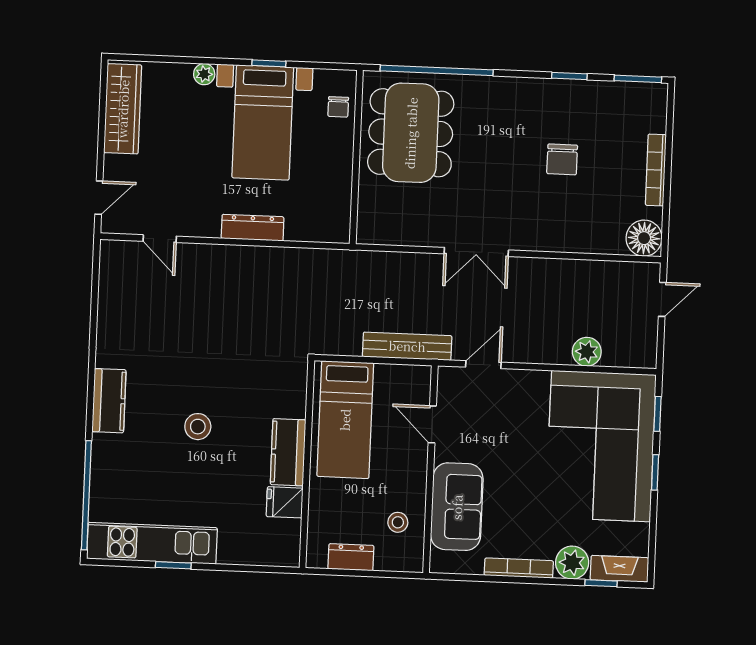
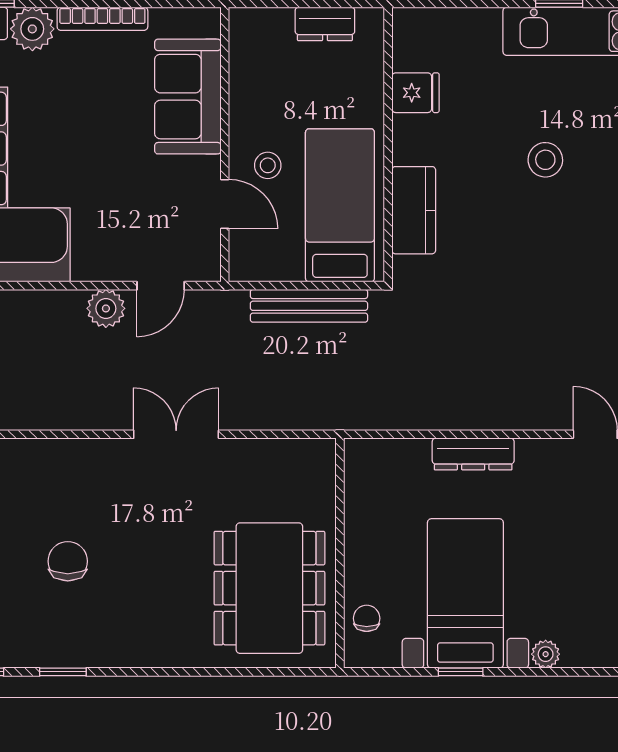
window: (437, 70) -> (238, 672), removed
bench: (407, 346) -> (309, 306), moved
plant: (587, 352) -> (106, 308), moved
stool: (198, 427) -> (545, 160), moved
kitchen counter: (288, 452) -> (414, 210), moved
stool: (398, 522) -> (268, 165), moved

